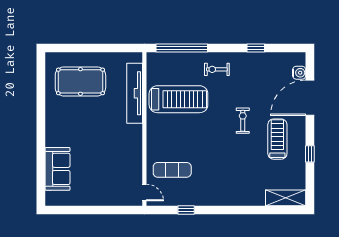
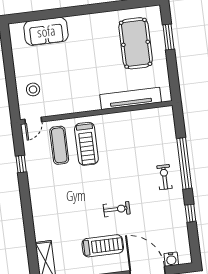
window: (78, 48) -> (168, 37), added
window: (182, 48) -> (184, 163), moved
treadmill: (178, 99) -> (86, 144), moved, width x0.73, depth x0.73
stool: (114, 189) -> (33, 89), added

